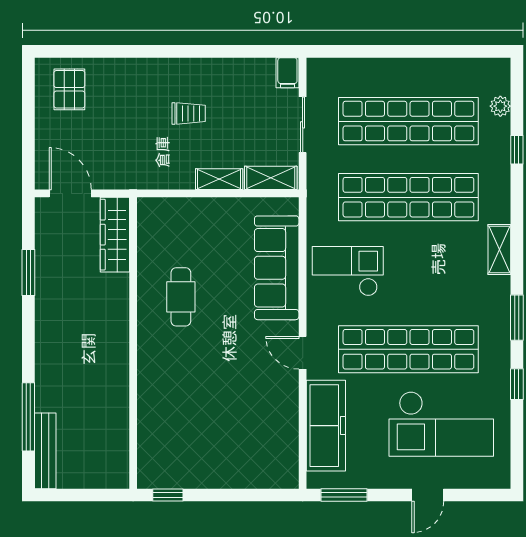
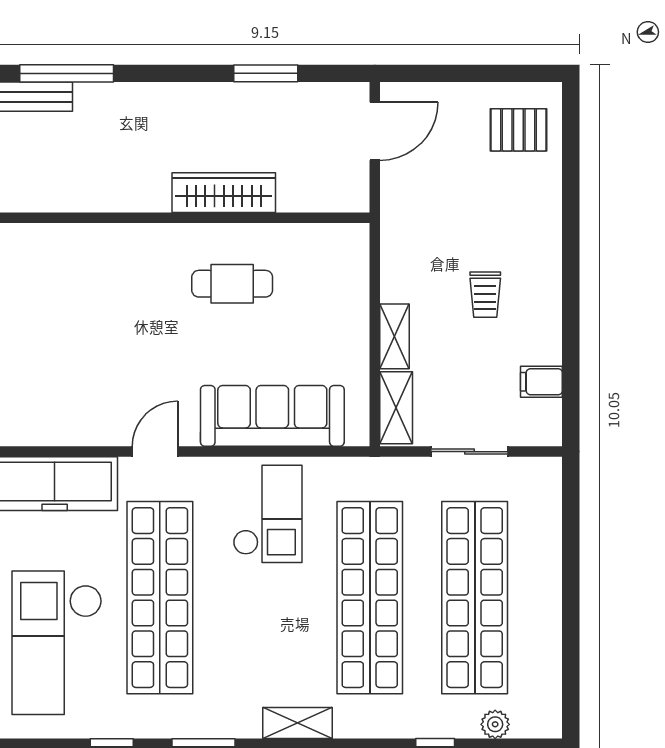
filing cabinet: (287, 73) -> (541, 382), moved
wardrobe: (115, 235) -> (224, 193), moved

